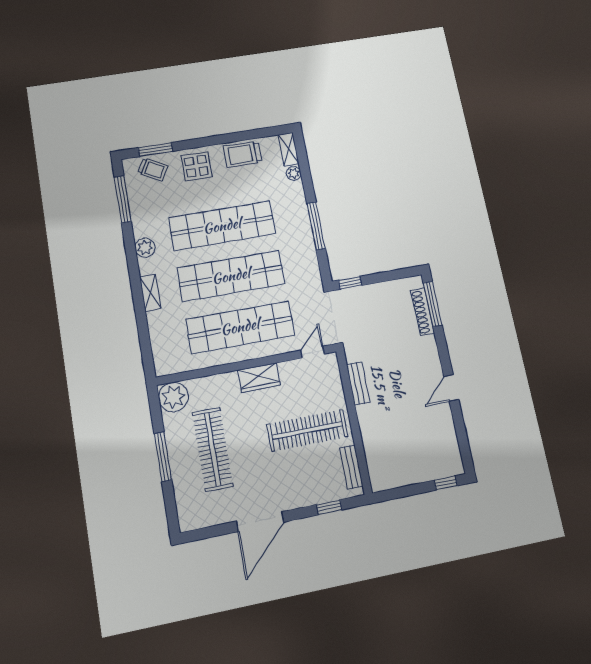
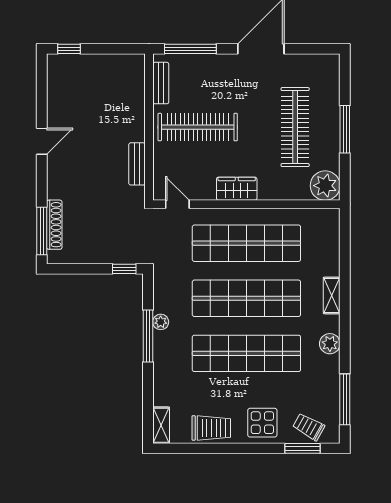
plant: (294, 173) -> (161, 322), moved
door: (312, 352) -> (177, 204), swing flipped
window: (329, 507) -> (190, 49), width x2.17

